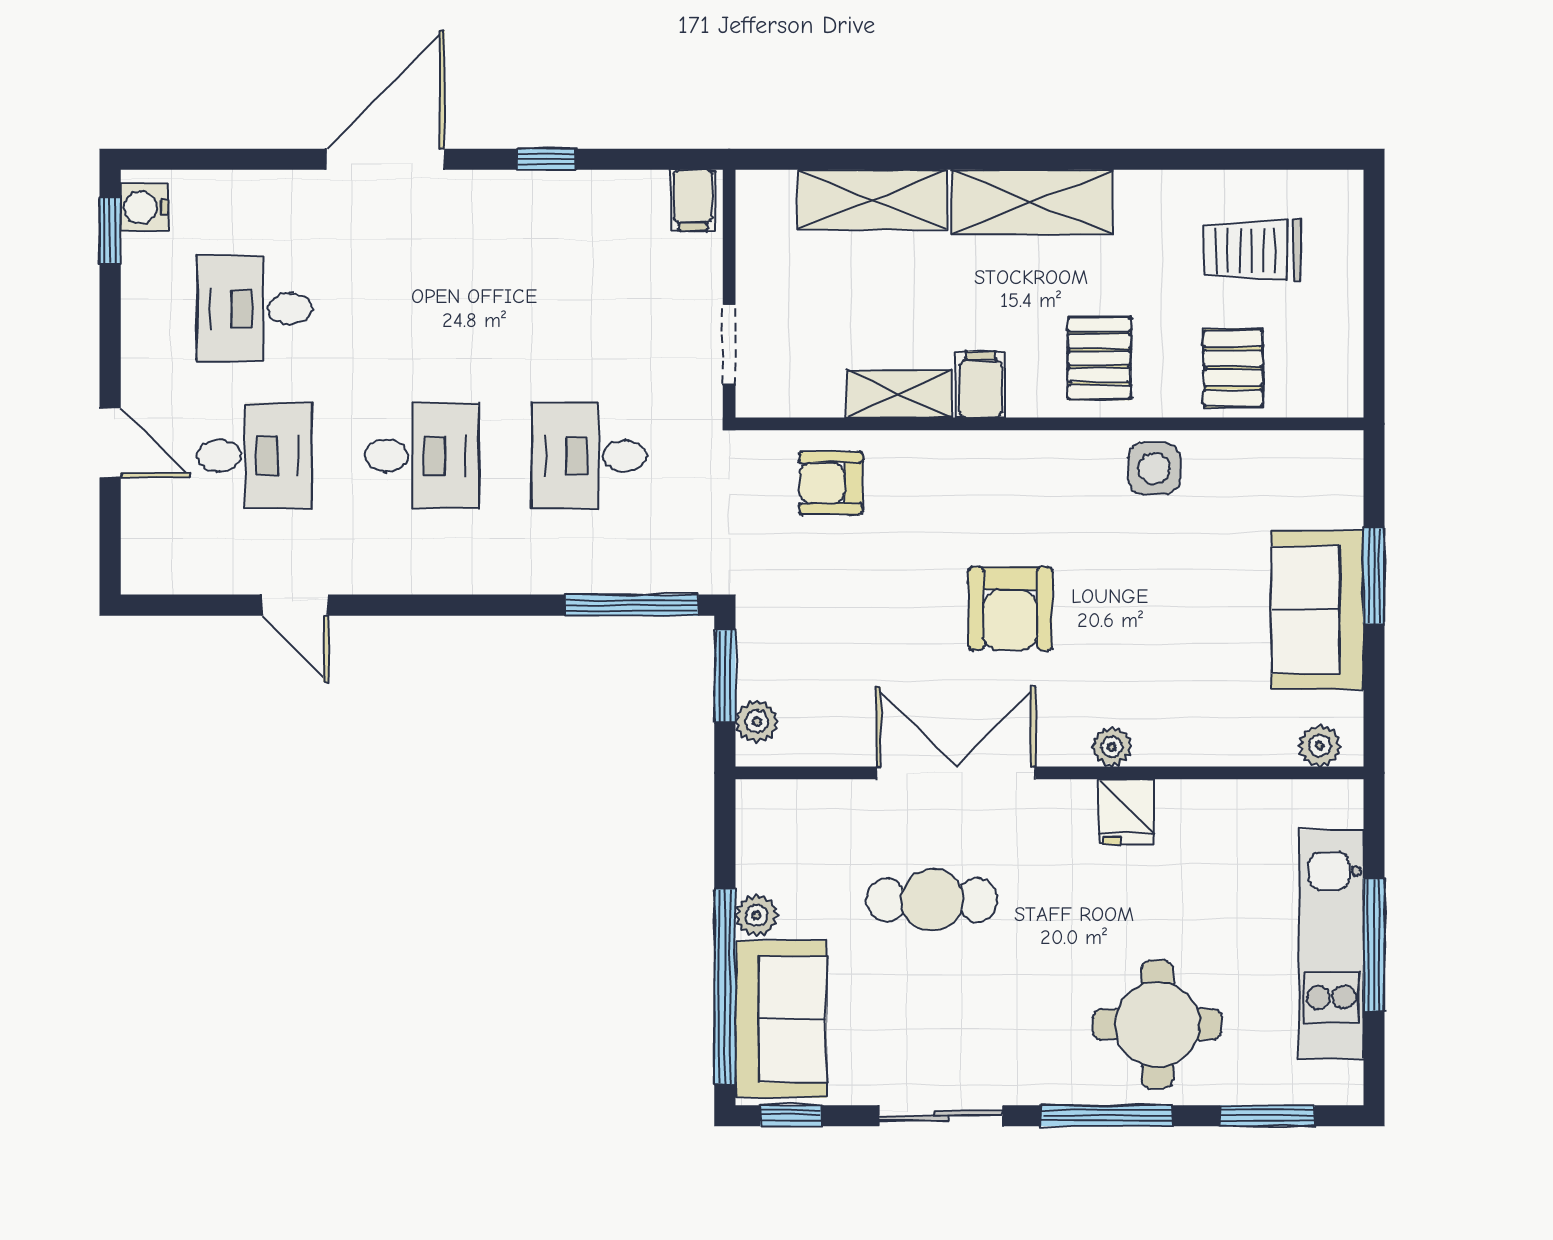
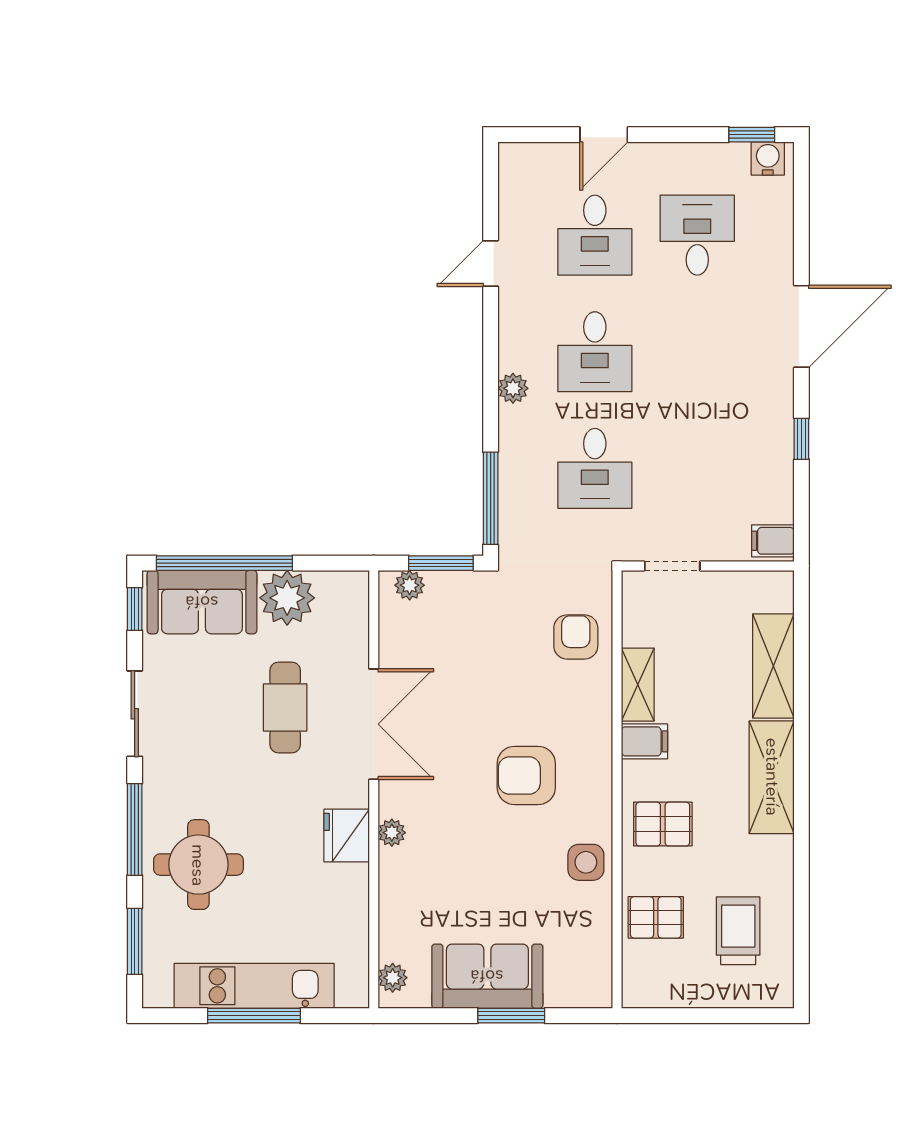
door: (385, 159) -> (801, 326), hinge flipped
desk: (589, 456) -> (595, 468), turned 180
plant: (474, 573) -> (513, 388), added
armchair: (1010, 609) -> (526, 775), moved
fridge: (1126, 812) -> (347, 836), width x1.38
plant: (756, 915) -> (287, 598), width x1.88, depth x1.88

